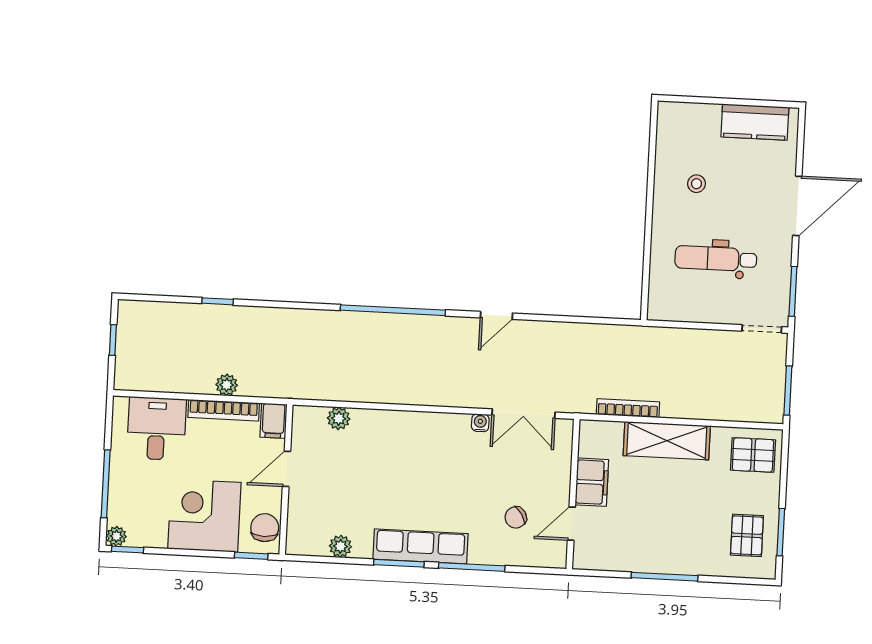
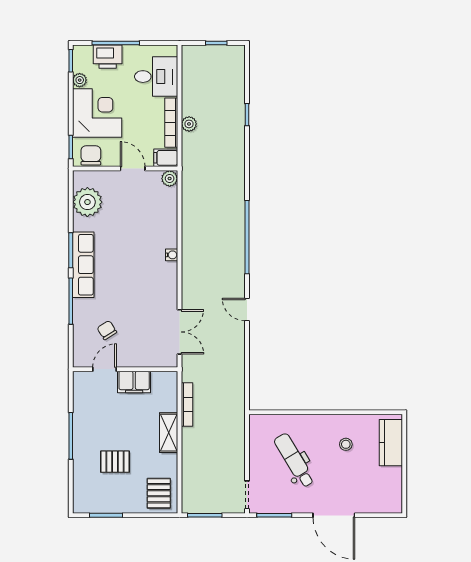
kitchen counter: (755, 122) -> (391, 443), moved
dental chair: (716, 259) -> (294, 460), turned -31
double door: (524, 414) -> (179, 332), swing flipped
plant: (339, 418) -> (170, 178), moved
water cooler: (480, 423) -> (172, 255), moved
shelving: (667, 441) -> (169, 433), width x0.67, depth x0.75
printer: (125, 496) -> (108, 57), added
door: (571, 524) -> (105, 369), hinge flipped
chair: (265, 528) -> (91, 155), turned -90
pallet: (747, 535) -> (115, 462), moved
plant: (116, 536) -> (80, 80), moved
plant: (340, 546) -> (87, 202), width x1.87, depth x1.87

